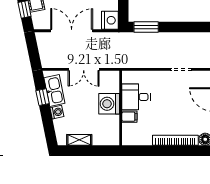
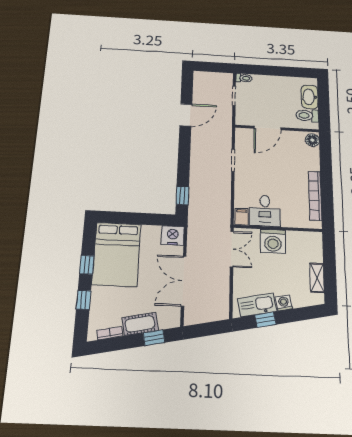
window: (146, 27) -> (182, 195), width x0.67
double door: (84, 69) -> (232, 249), moved
filing cabinet: (129, 117) -> (242, 217), moved
bookcase: (175, 140) -> (315, 196), moved

